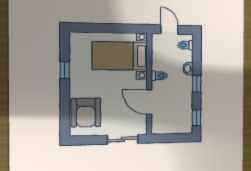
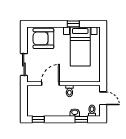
door: (169, 30) -> (103, 98), hinge flipped
bed with nightstands: (120, 56) -> (80, 47), moved, turned 180
window: (197, 84) -> (81, 119), moved

